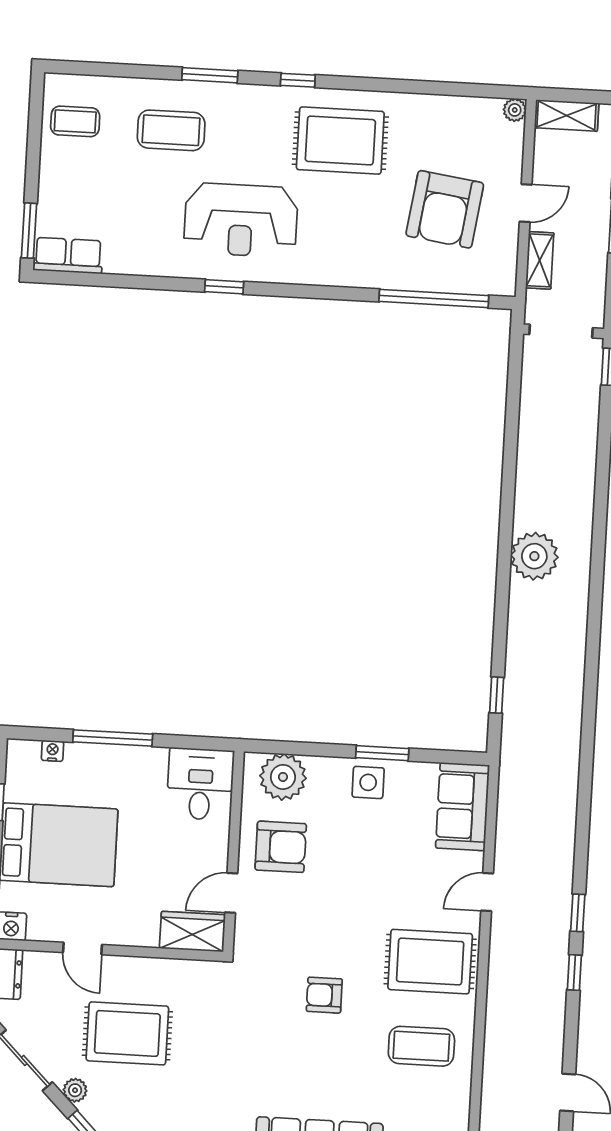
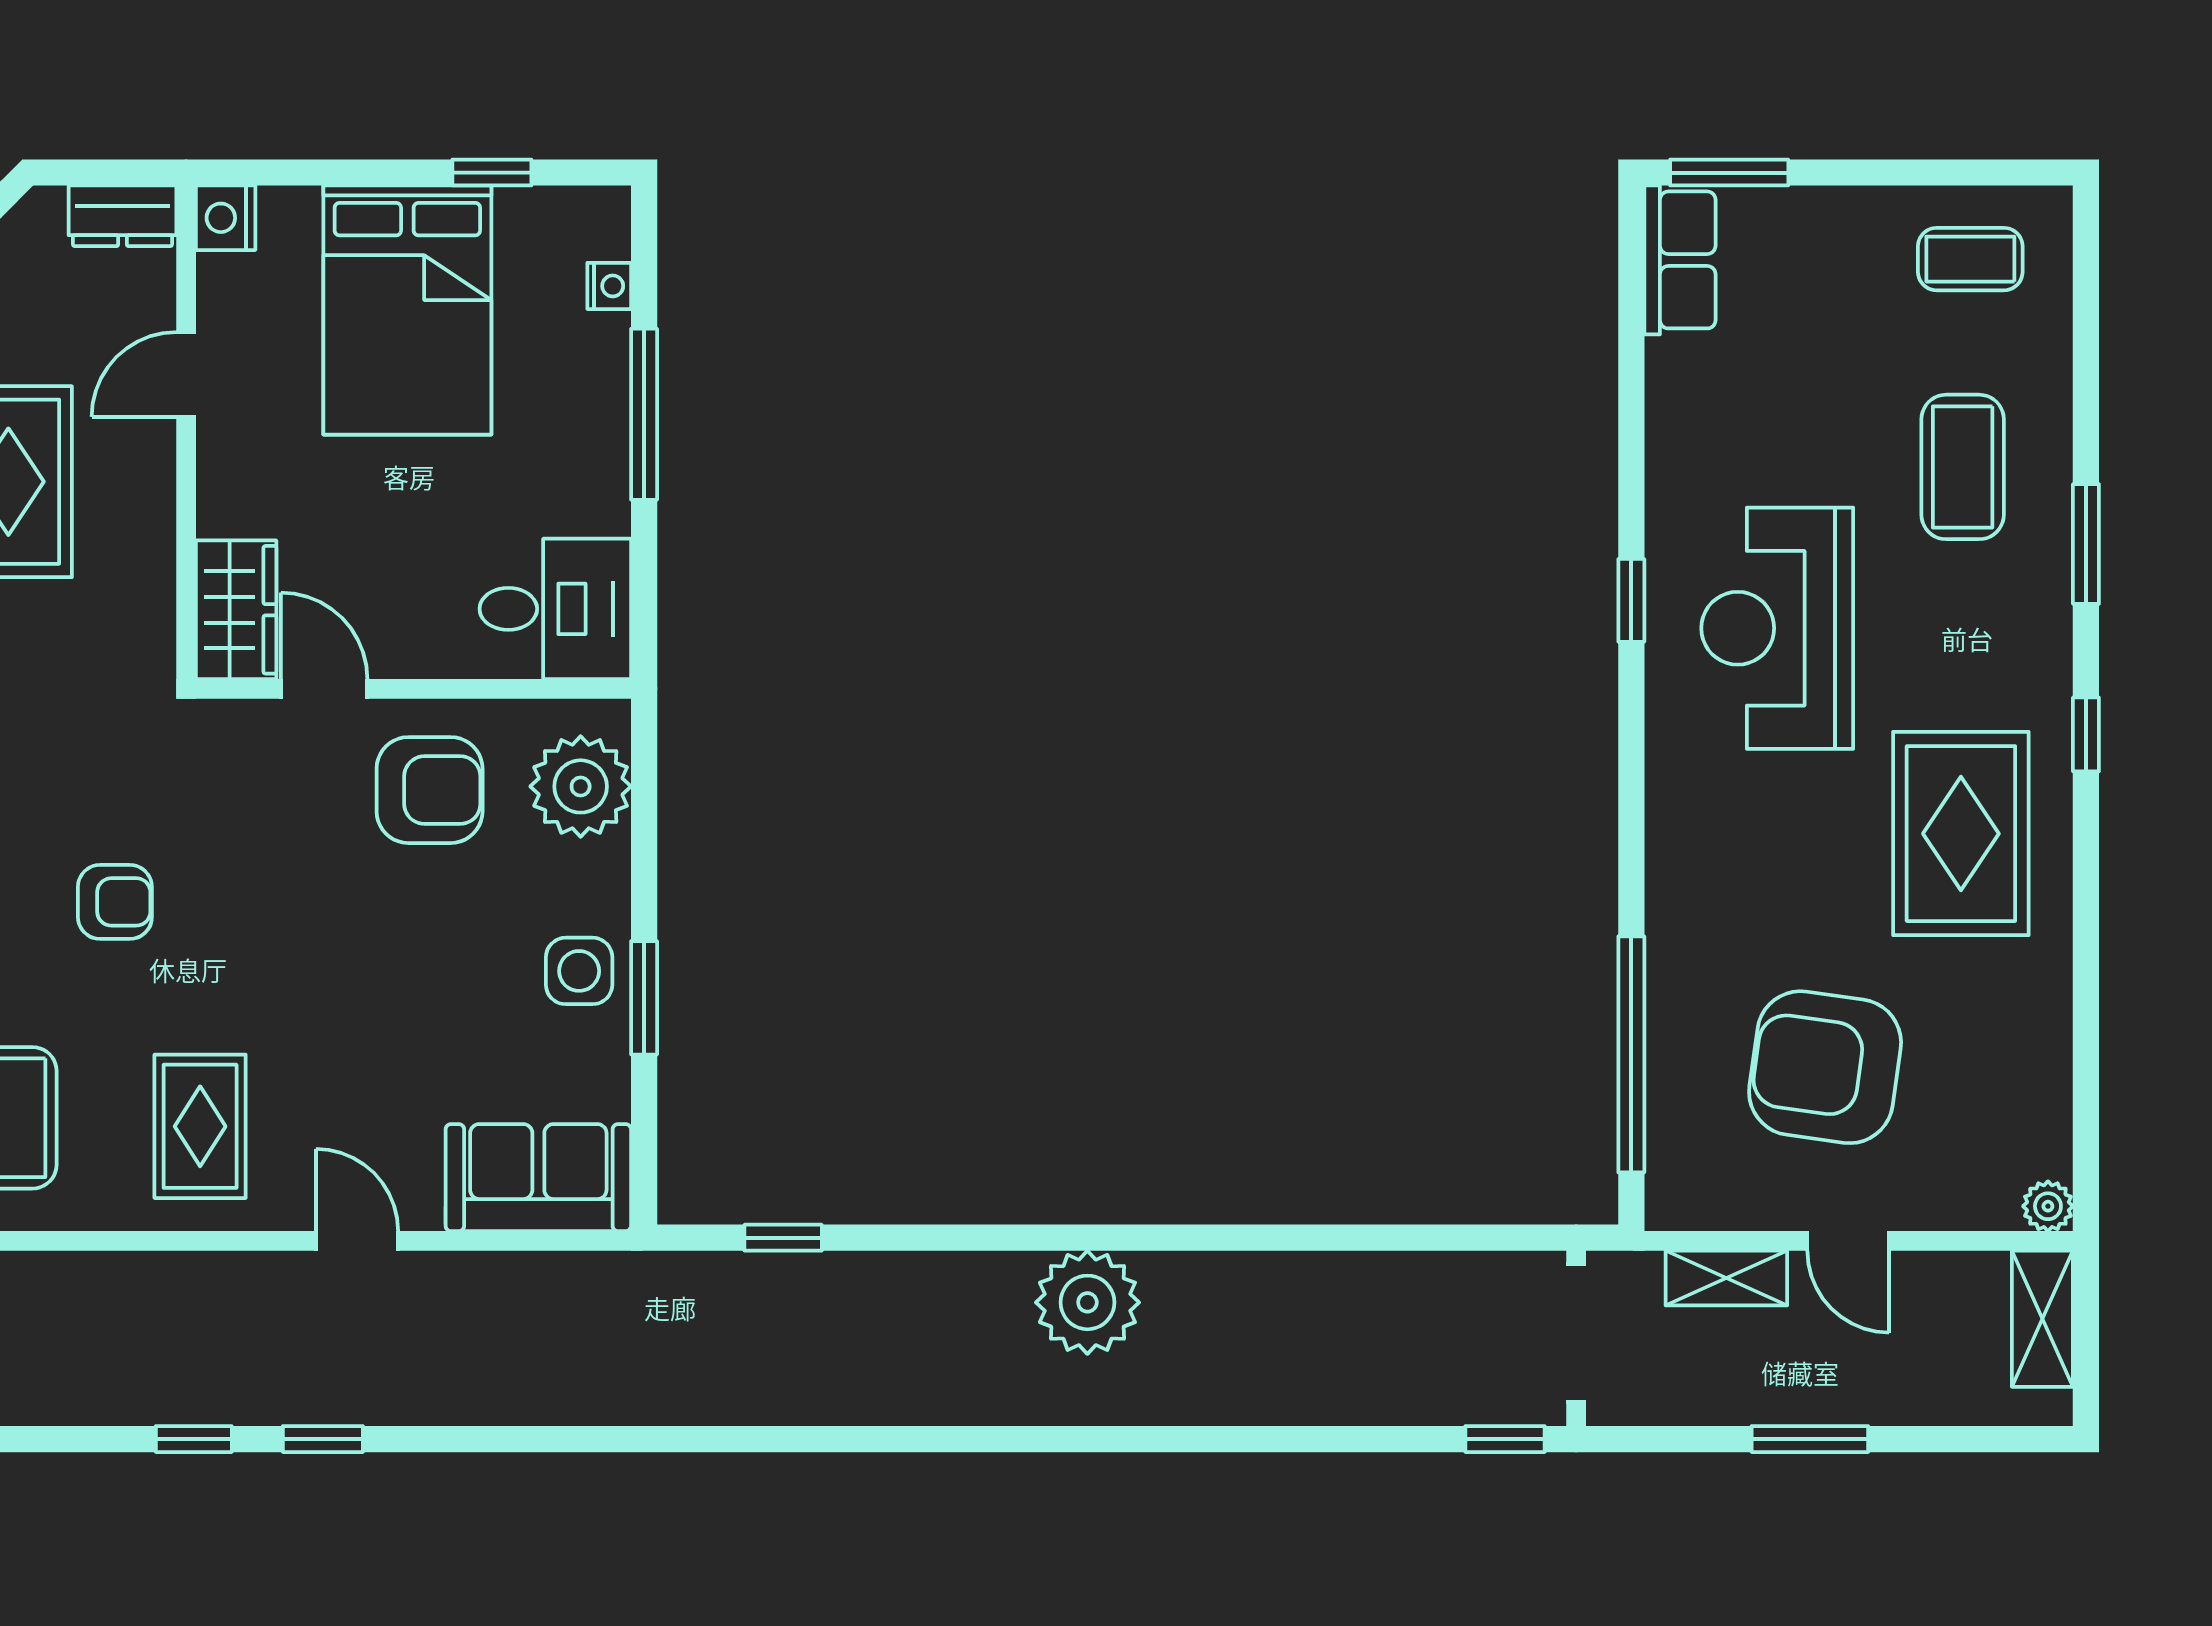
coffee table: (75, 121) -> (1970, 259), turned 90
armchair: (281, 847) -> (430, 790), turned -90
rug: (430, 962) -> (200, 1126), width x0.73, depth x0.70
armchair: (324, 995) -> (115, 902), turned 90

